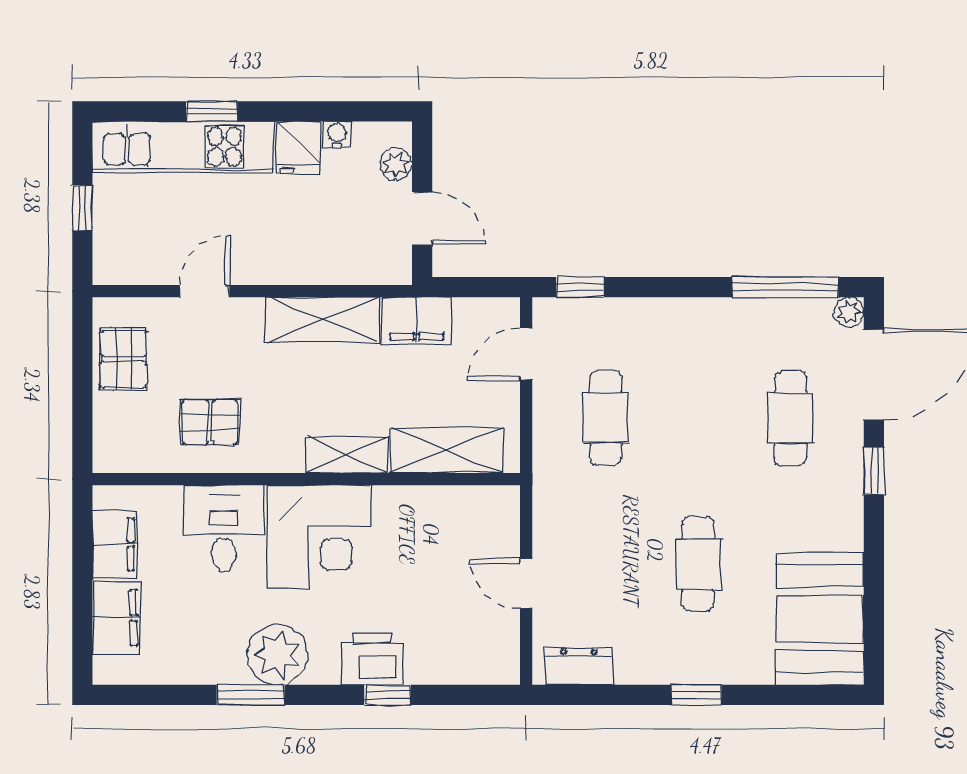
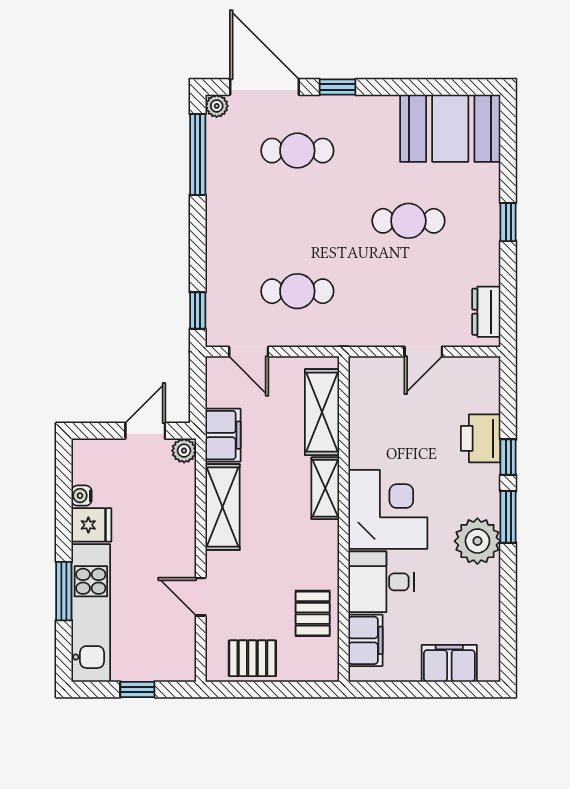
window: (212, 111) -> (64, 591), width x1.50
plant: (396, 164) -> (184, 451), moved
pallet: (210, 422) -> (313, 613), moved
filing cabinet: (115, 544) -> (365, 640), moved, turned 90
printer: (372, 659) -> (481, 438), moved
window: (251, 695) -> (508, 517), moved

